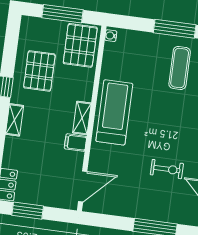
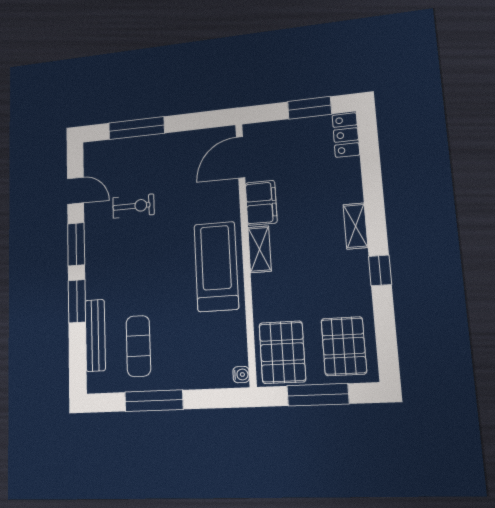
pallet: (39, 71) -> (344, 346), moved
treadmill: (114, 112) -> (216, 266), turned 180
filing cabinet: (76, 143) -> (261, 203), width x2.00
exercise bike: (167, 169) -> (133, 206), turned 180

